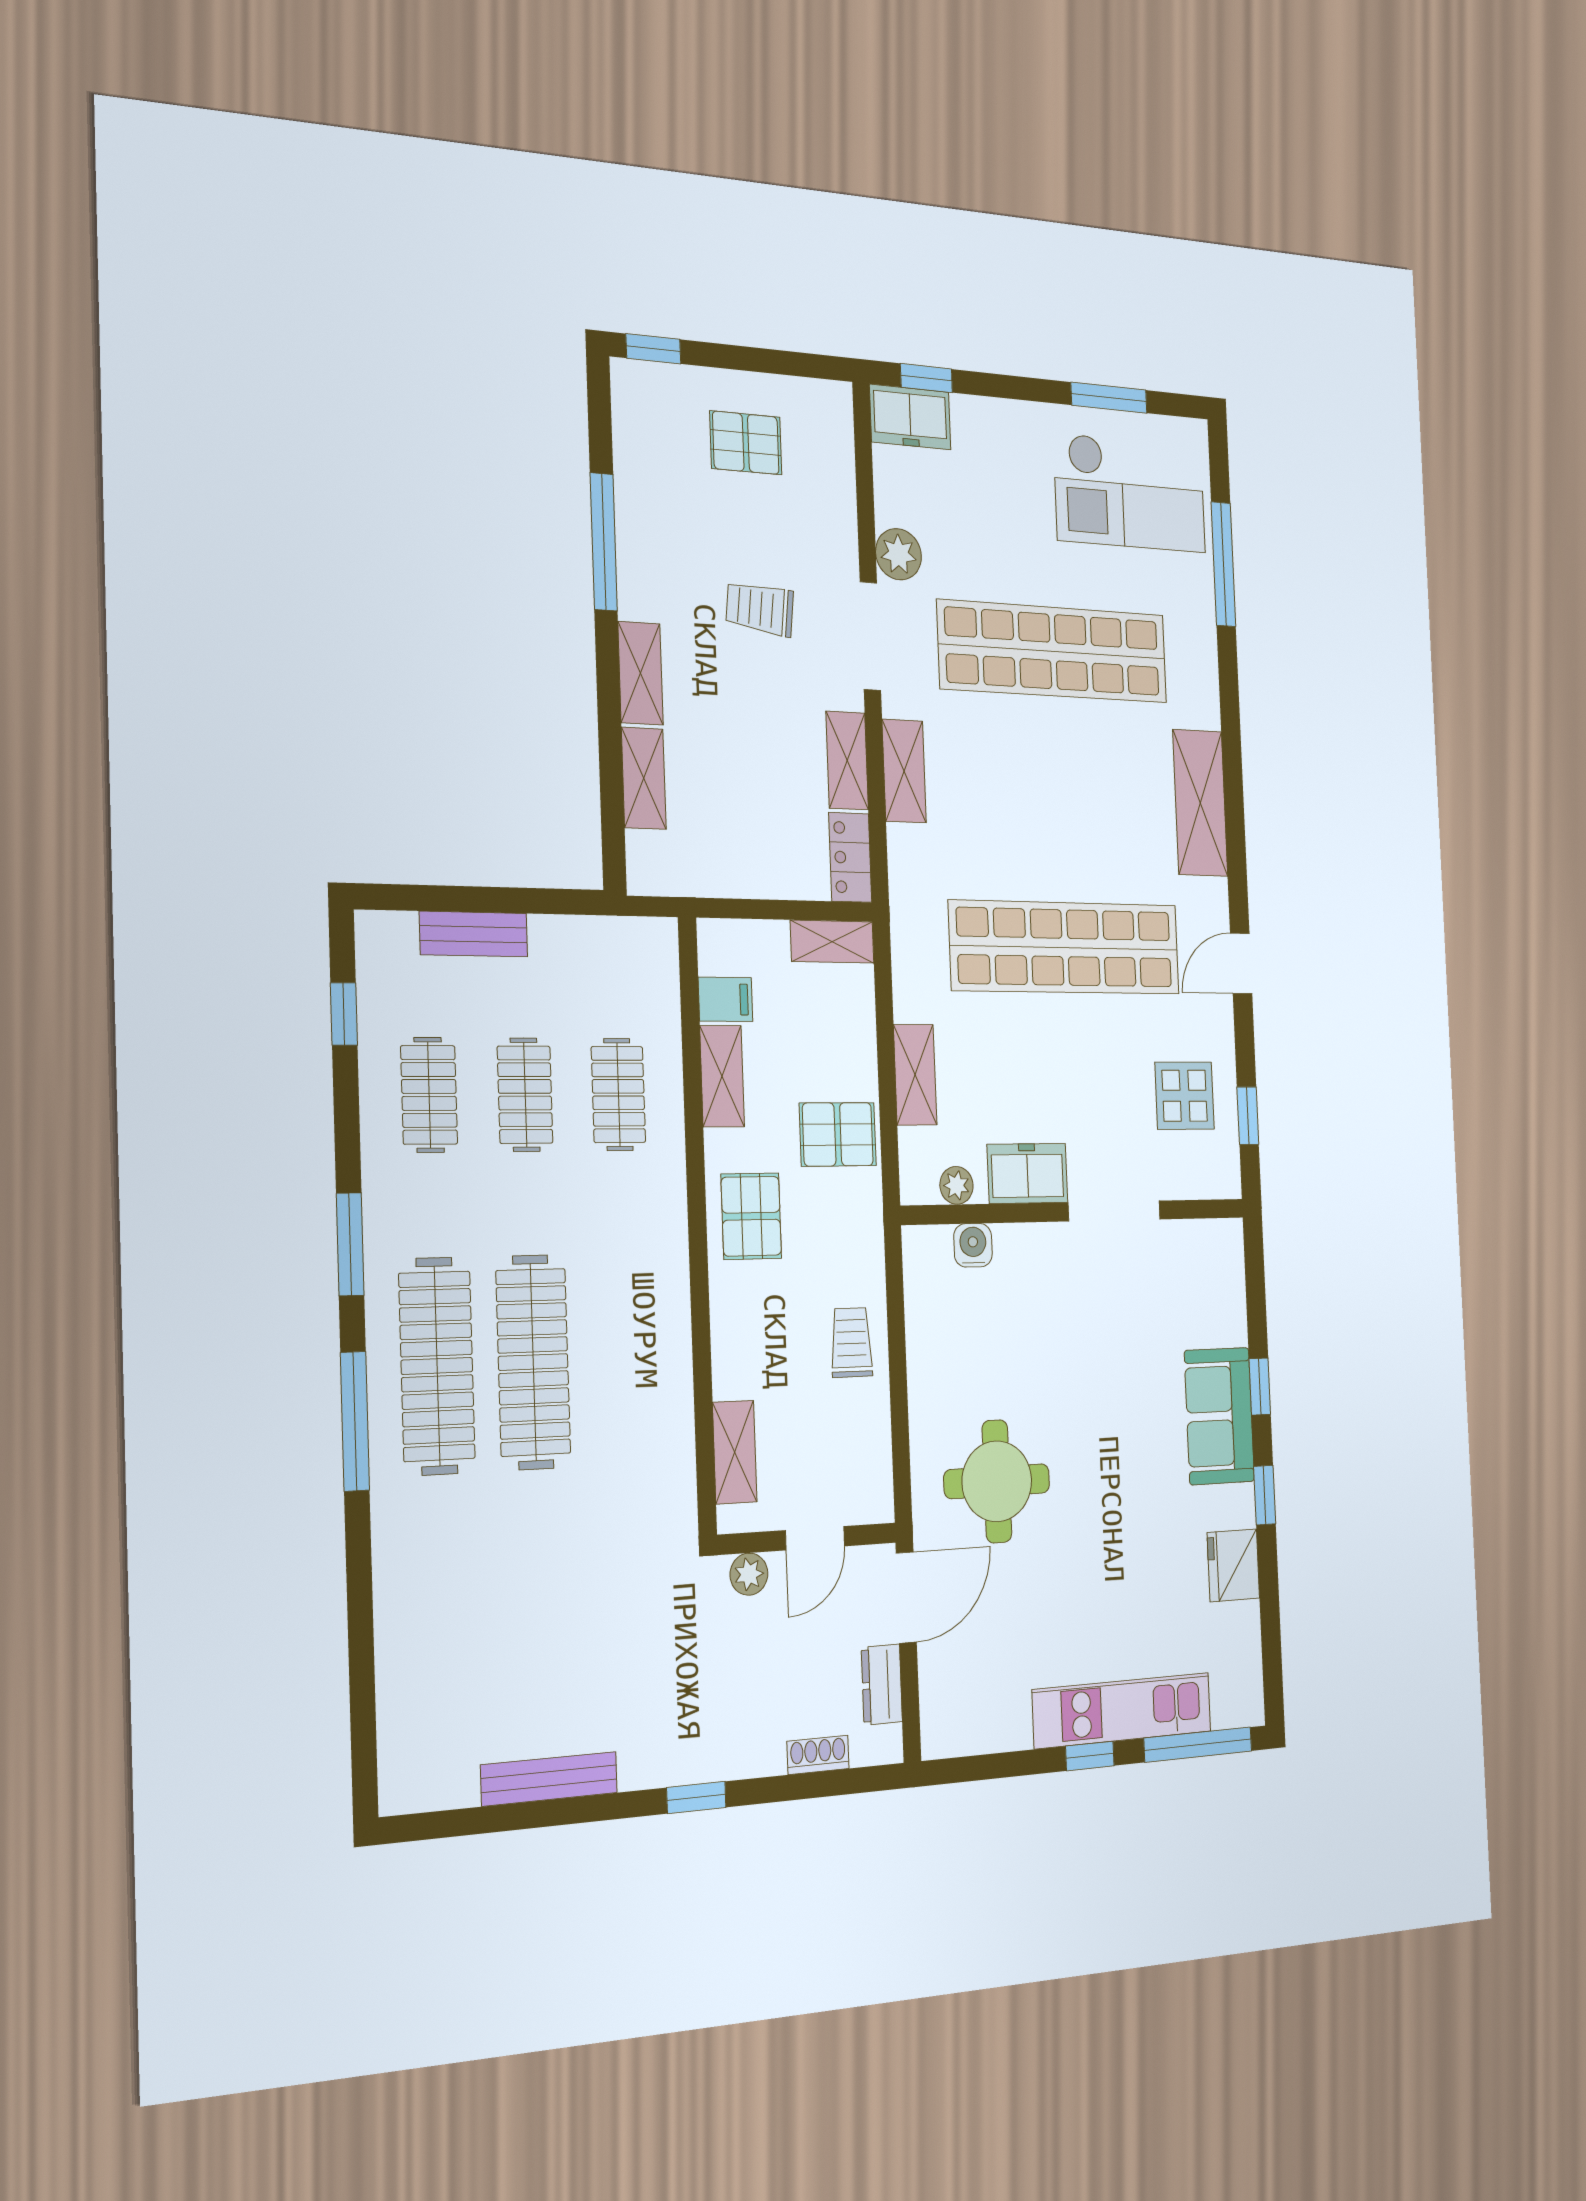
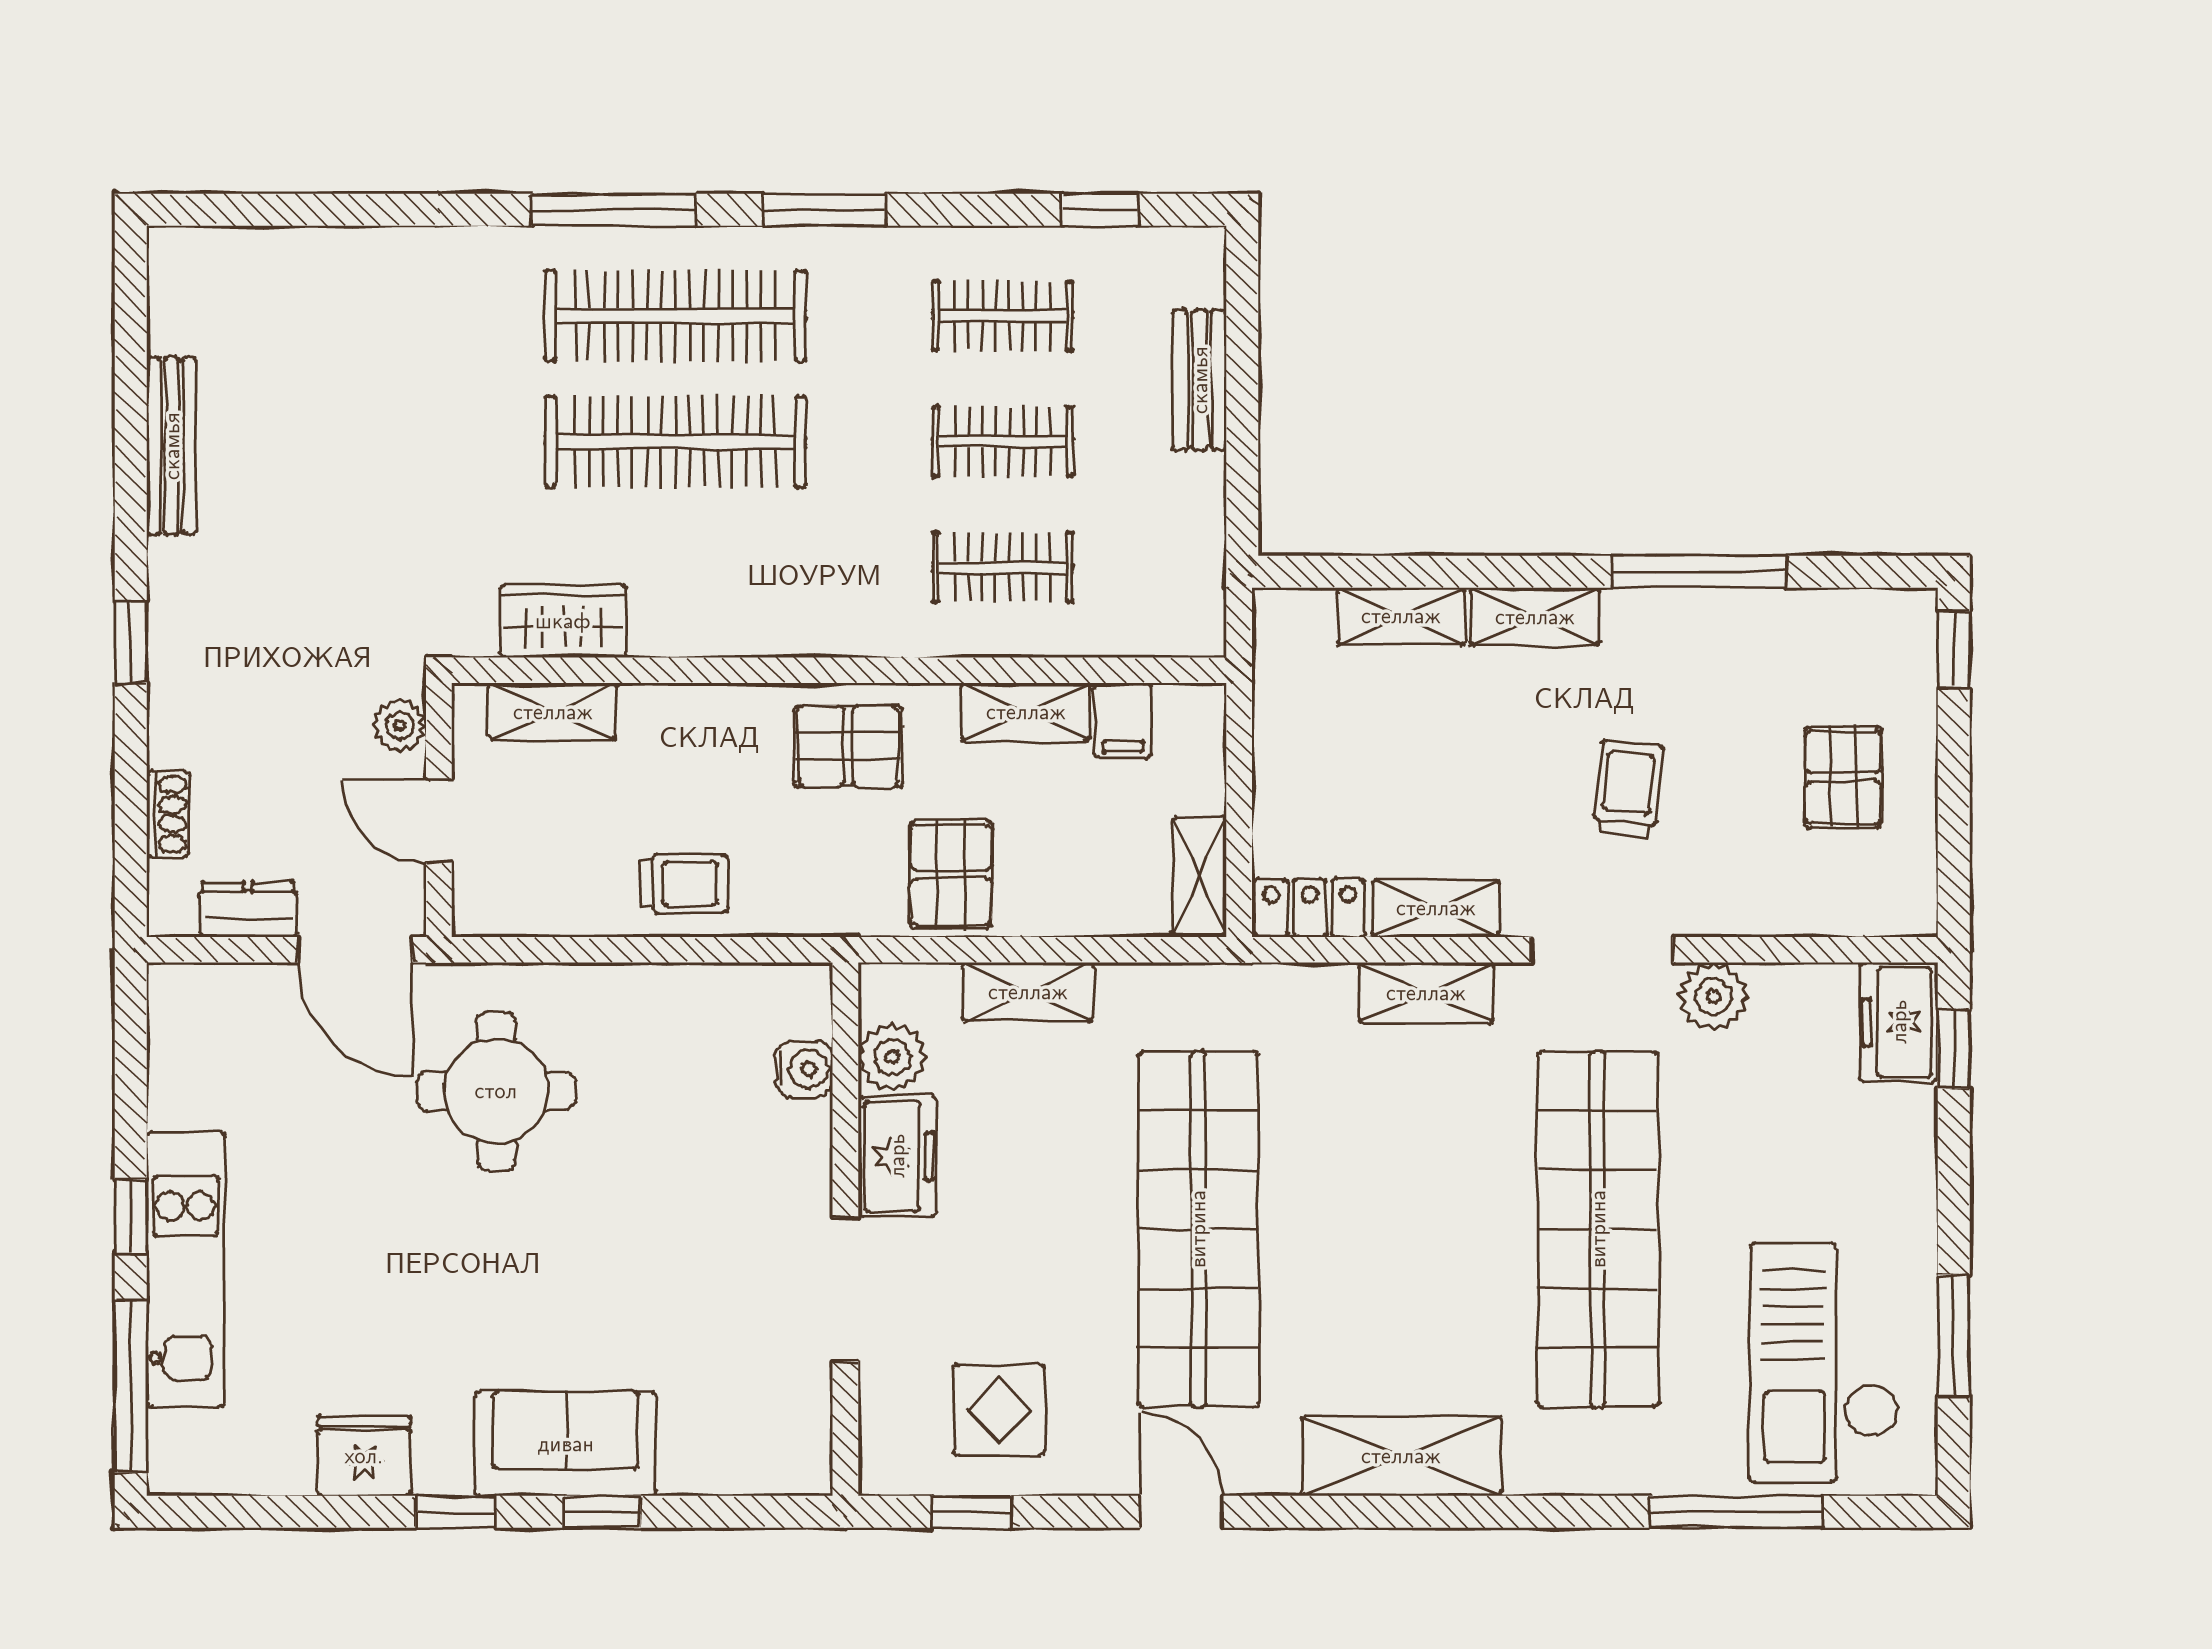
plant: (956, 1185) -> (892, 1057), width x1.38, depth x1.38
wardrobe: (669, 1447) -> (563, 621), added

